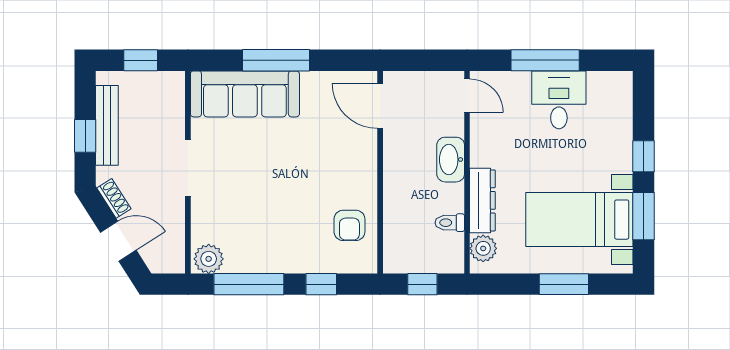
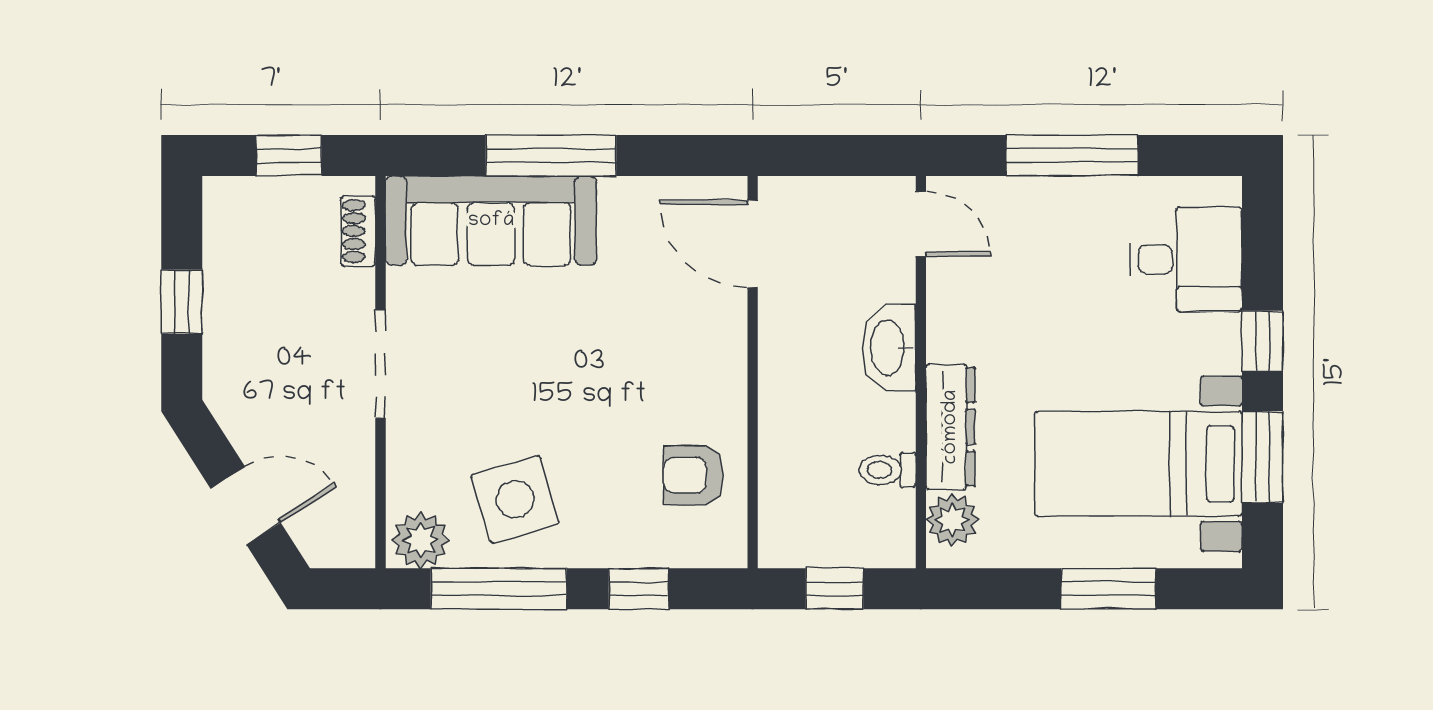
desk: (559, 100) -> (1186, 259), moved, turned 90
bench: (107, 125) -> (224, 282), removed
shoe rack: (114, 198) -> (358, 231), moved, turned -147
armchair: (349, 225) -> (693, 475), turned 90
side table: (257, 238) -> (515, 499), added

